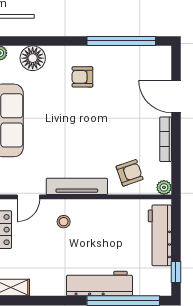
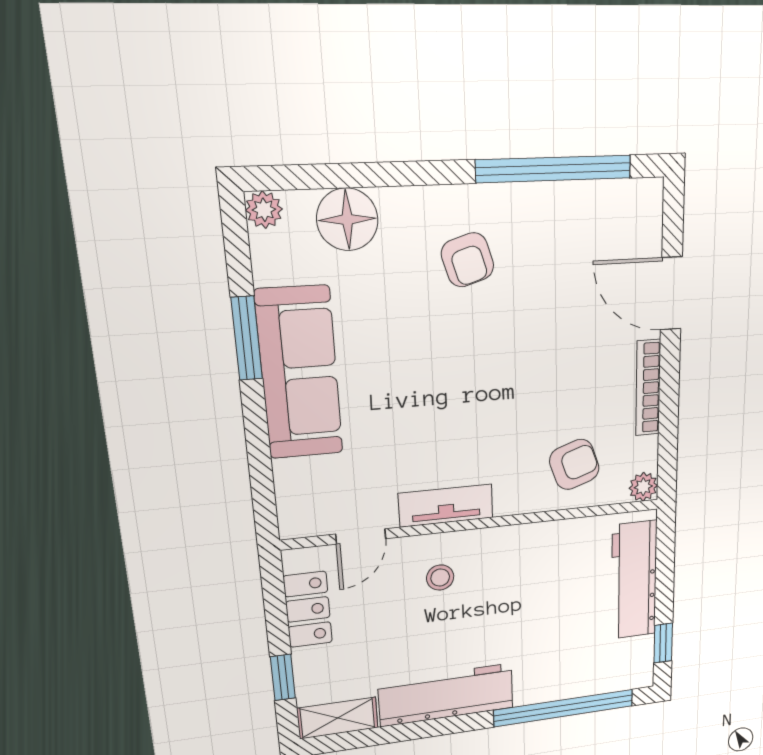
armchair: (82, 77) -> (468, 260), turned -107
tv unit: (77, 186) -> (446, 506), width x0.71
workbench: (99, 284) -> (446, 695), moved

